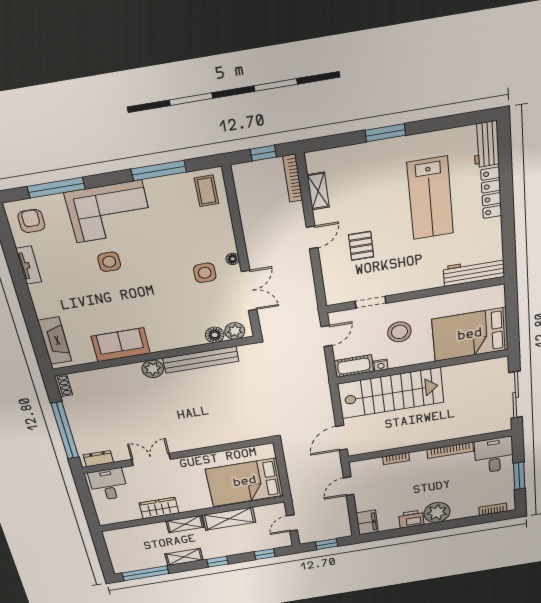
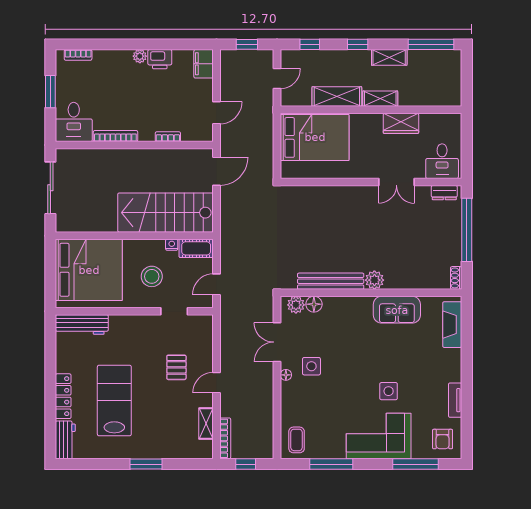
bed: (470, 335) -> (89, 270), width x1.36
plant: (437, 512) -> (140, 56), width x0.53, depth x0.53

